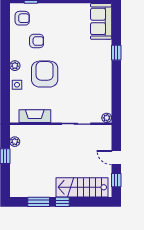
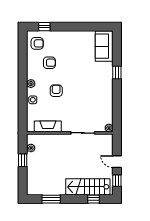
armchair: (45, 74) -> (56, 91), width x0.53, depth x0.53
window: (62, 202) -> (93, 199), moved

